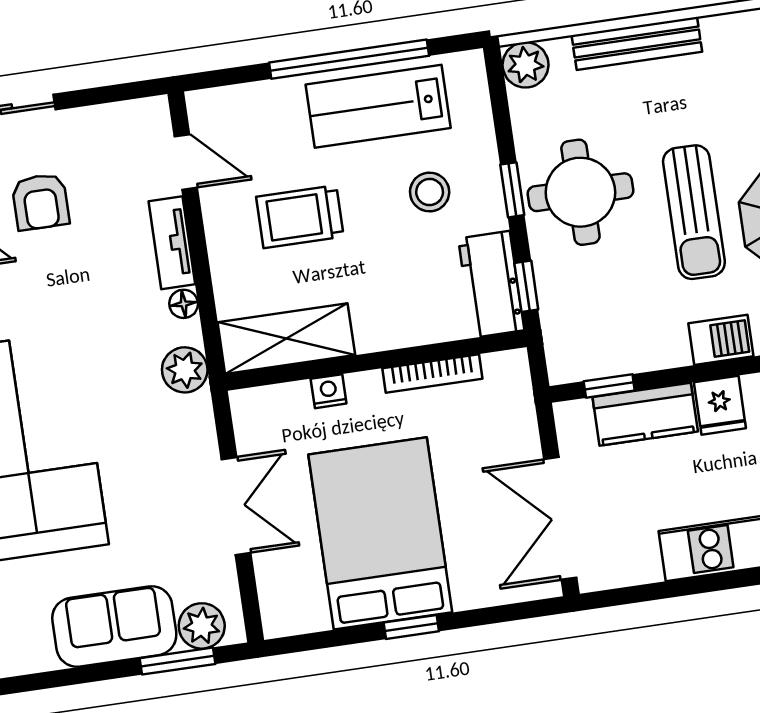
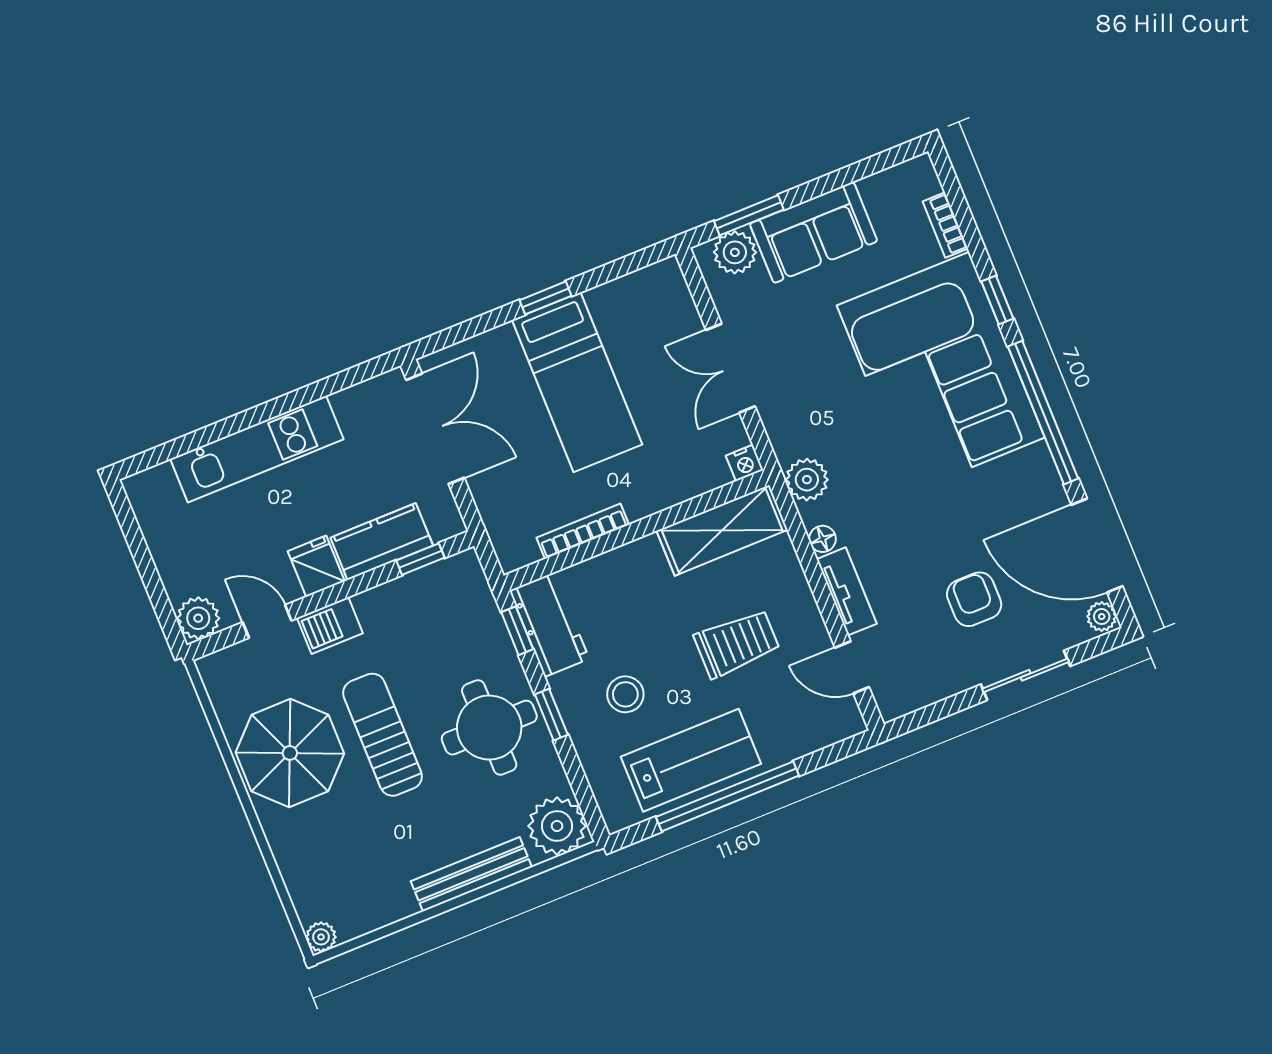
plant: (526, 65) -> (557, 826), width x1.36, depth x1.36
nightstand: (329, 391) -> (745, 463), moved
bed: (380, 533) -> (577, 382), width x0.67

